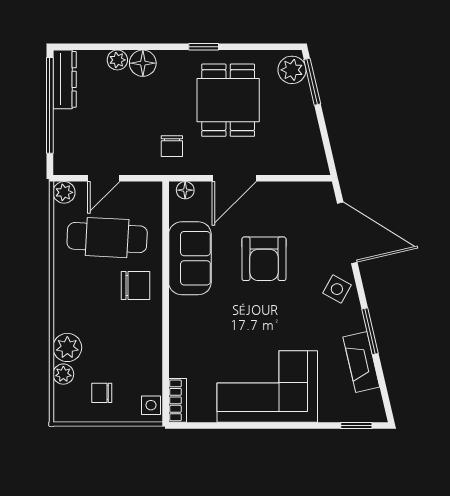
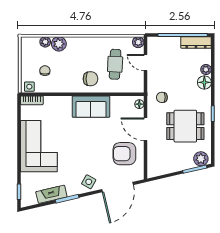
cafe table: (107, 238) -> (115, 64), width x0.73, depth x0.74
sofa: (190, 258) -> (91, 107), moved
armchair: (264, 259) -> (124, 154), moved
chair: (136, 285) -> (91, 79), turned -90
chair: (102, 393) -> (45, 71), moved

